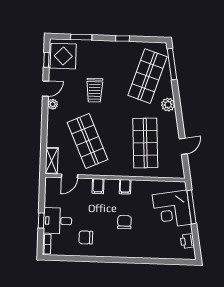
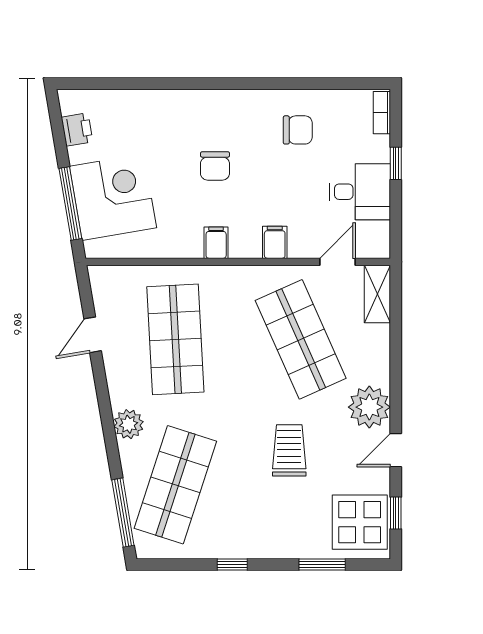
plant: (53, 104) -> (369, 407), width x1.88, depth x1.88
desk: (58, 221) -> (360, 192), moved

